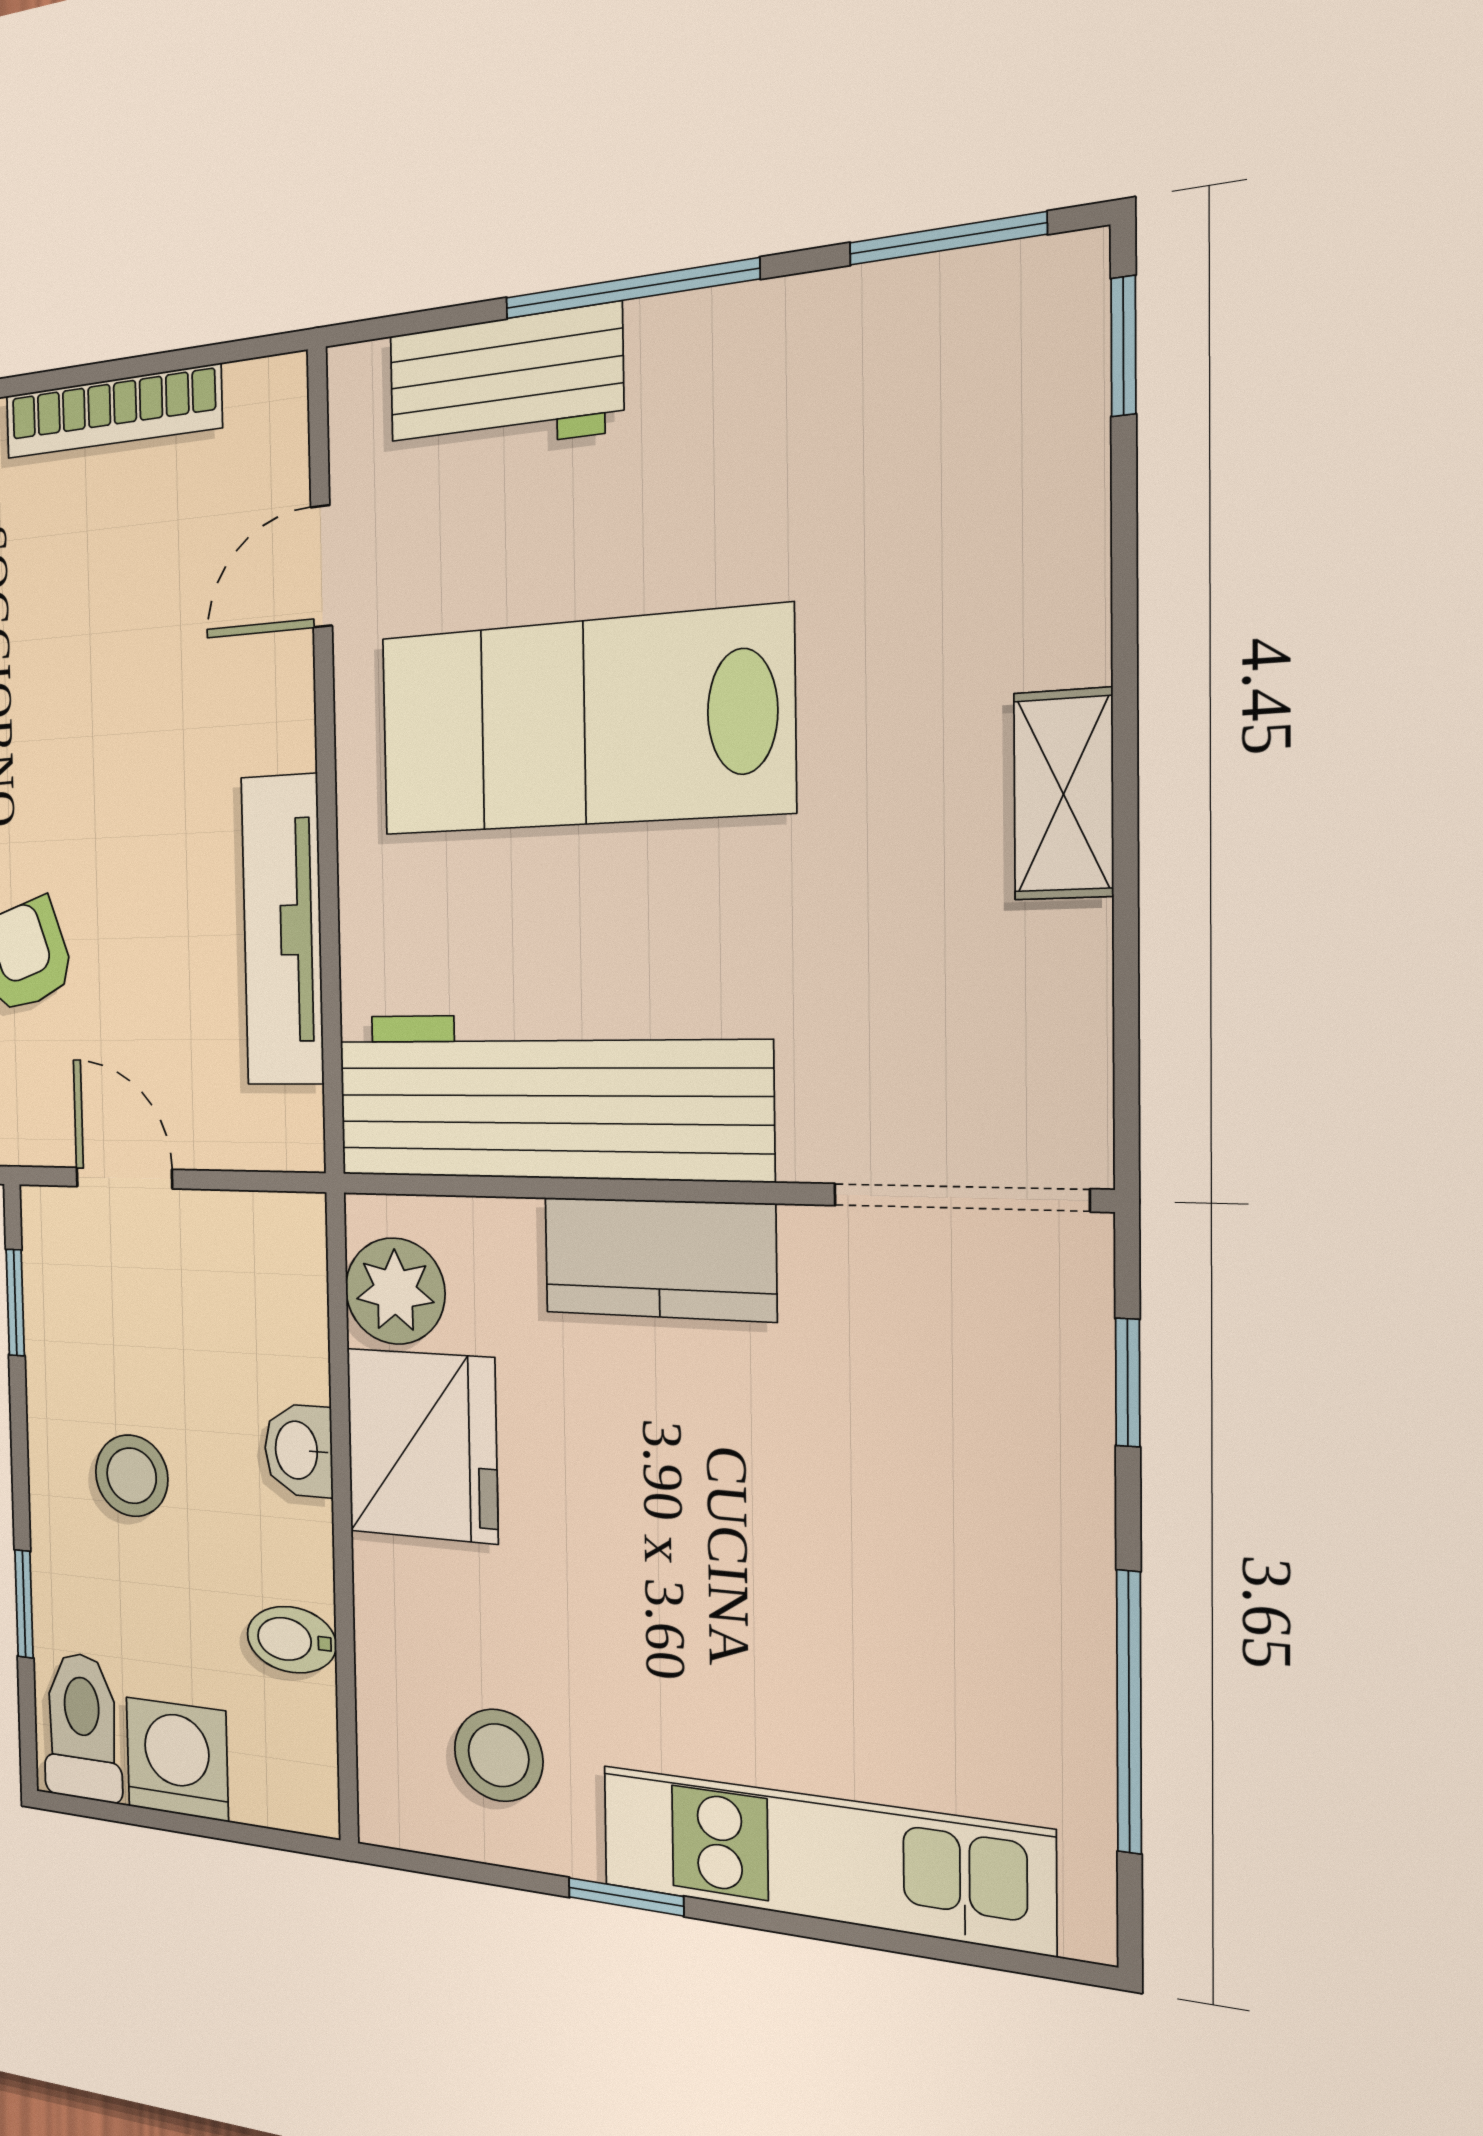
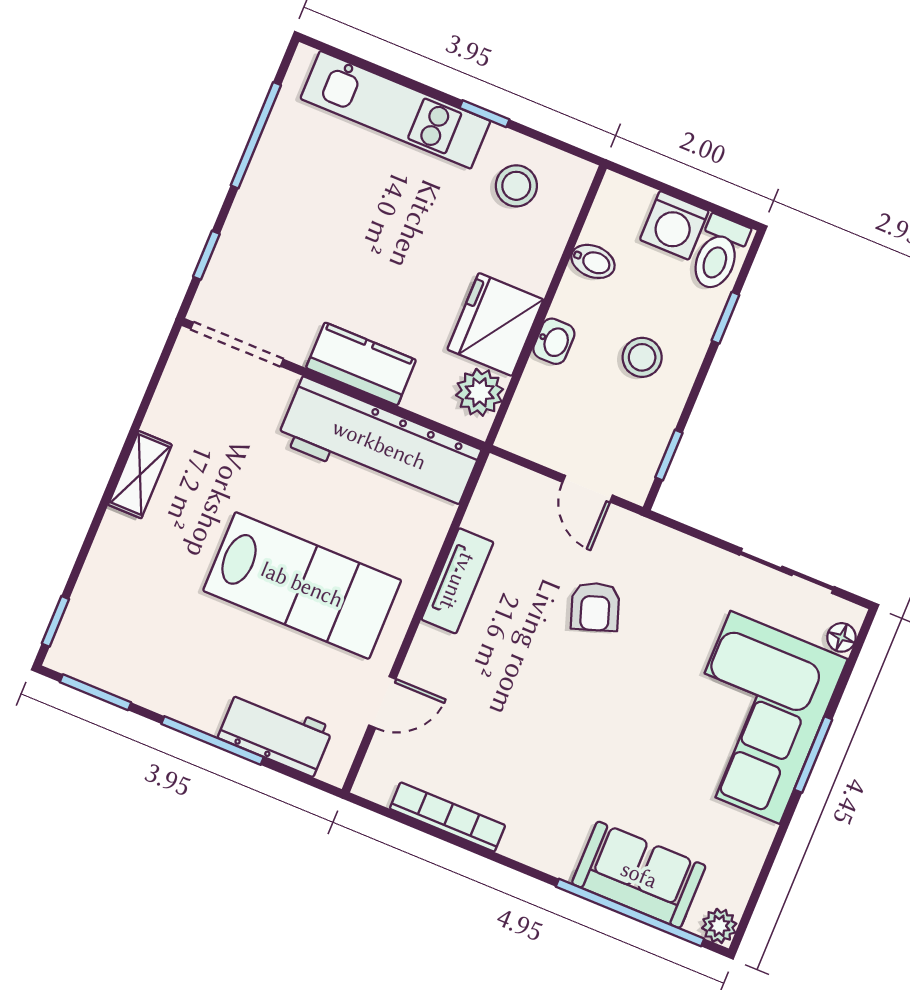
tv unit: (282, 930) -> (457, 581), width x0.71

